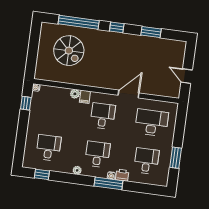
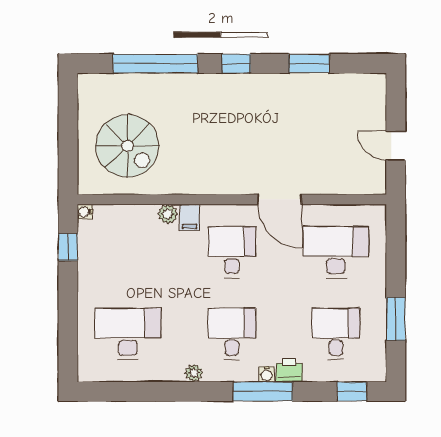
spiral stairs: (69, 51) -> (127, 146), moved
door: (129, 94) -> (280, 199), swing flipped
desk: (49, 148) -> (128, 334), width x1.37
window: (42, 174) -> (352, 391), moved

